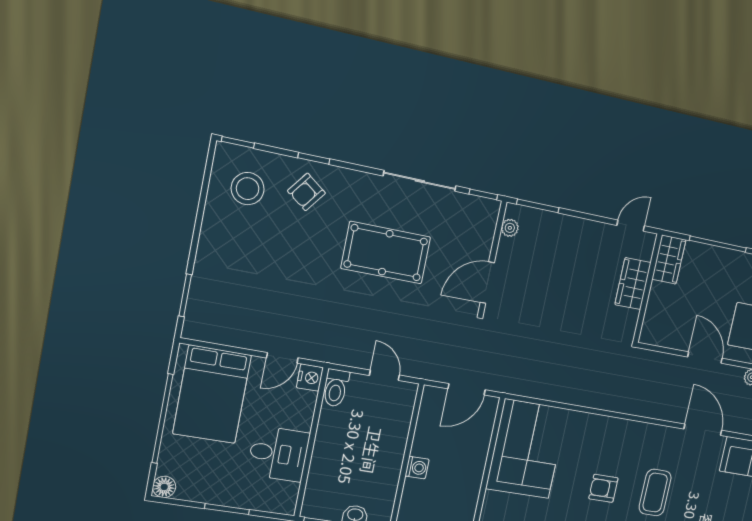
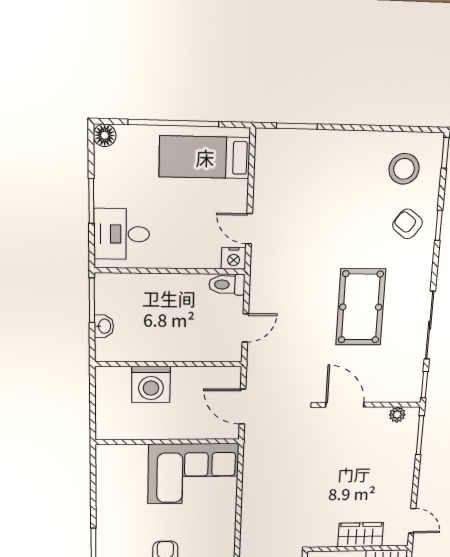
bed: (212, 394) -> (205, 157), width x0.67
desk: (278, 454) -> (122, 234), moved, turned 90
washing machine: (417, 468) -> (151, 384), width x1.89, depth x1.89

